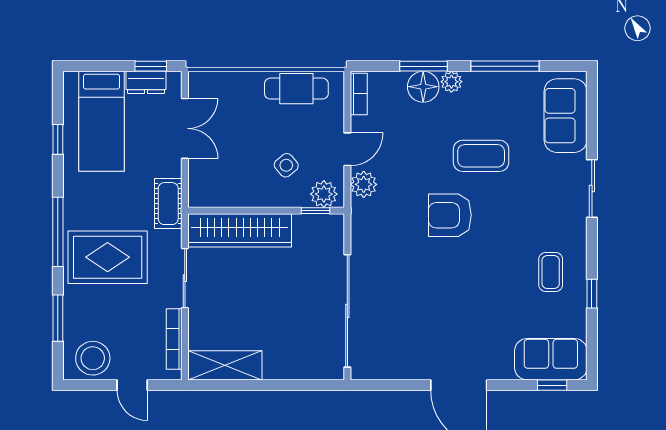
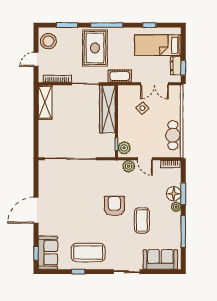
side table: (286, 165) -> (142, 108), moved
coffee table: (551, 272) -> (88, 253), width x1.86, depth x1.72

